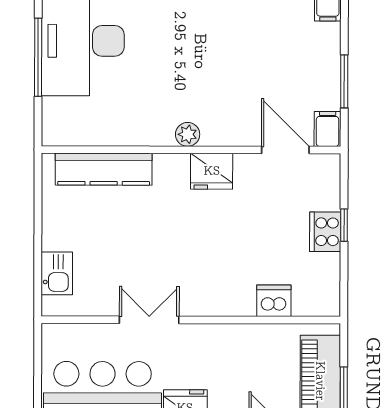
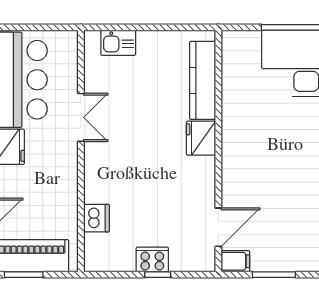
plant: (188, 134) -> (231, 148), removed
fridge: (212, 171) -> (201, 138), moved

